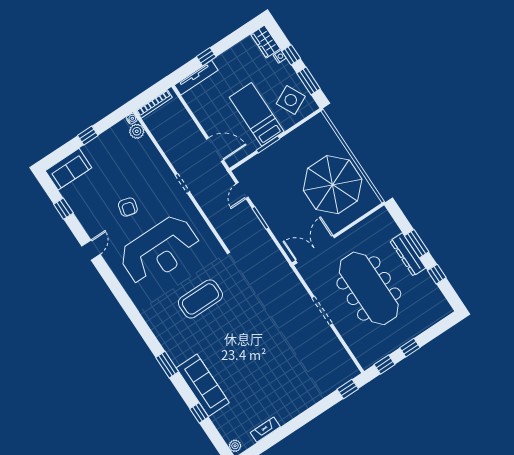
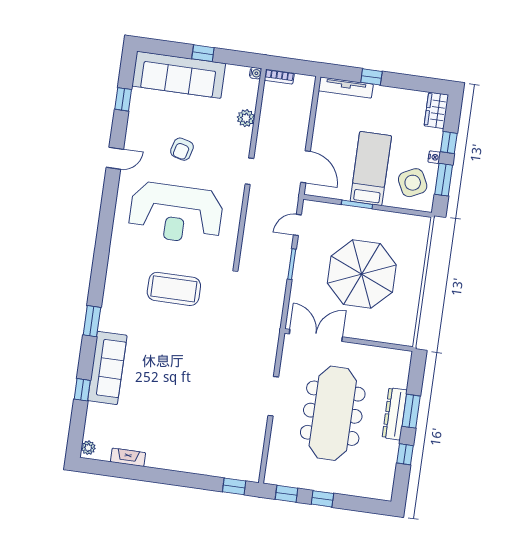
nightstand: (280, 57) -> (434, 157), moved
bookcase: (154, 104) -> (279, 77), width x0.64
plant: (137, 131) -> (246, 118), moved
sofa: (69, 169) -> (179, 75), width x1.85, depth x1.27
parasol: (333, 185) -> (362, 274), moved

